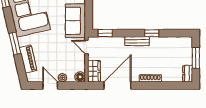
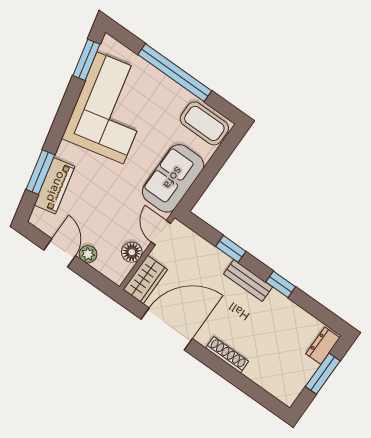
window: (105, 33) -> (231, 249), moved
window: (15, 43) -> (40, 172), moved
dresser: (188, 74) -> (323, 346), moved
floor lamp: (80, 77) -> (132, 252), moved

